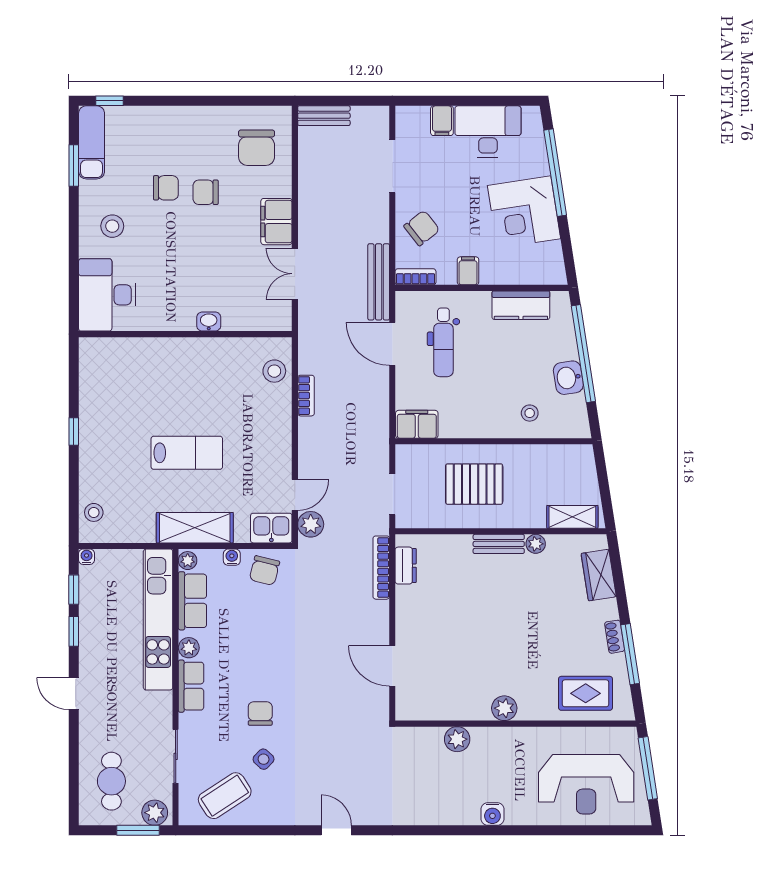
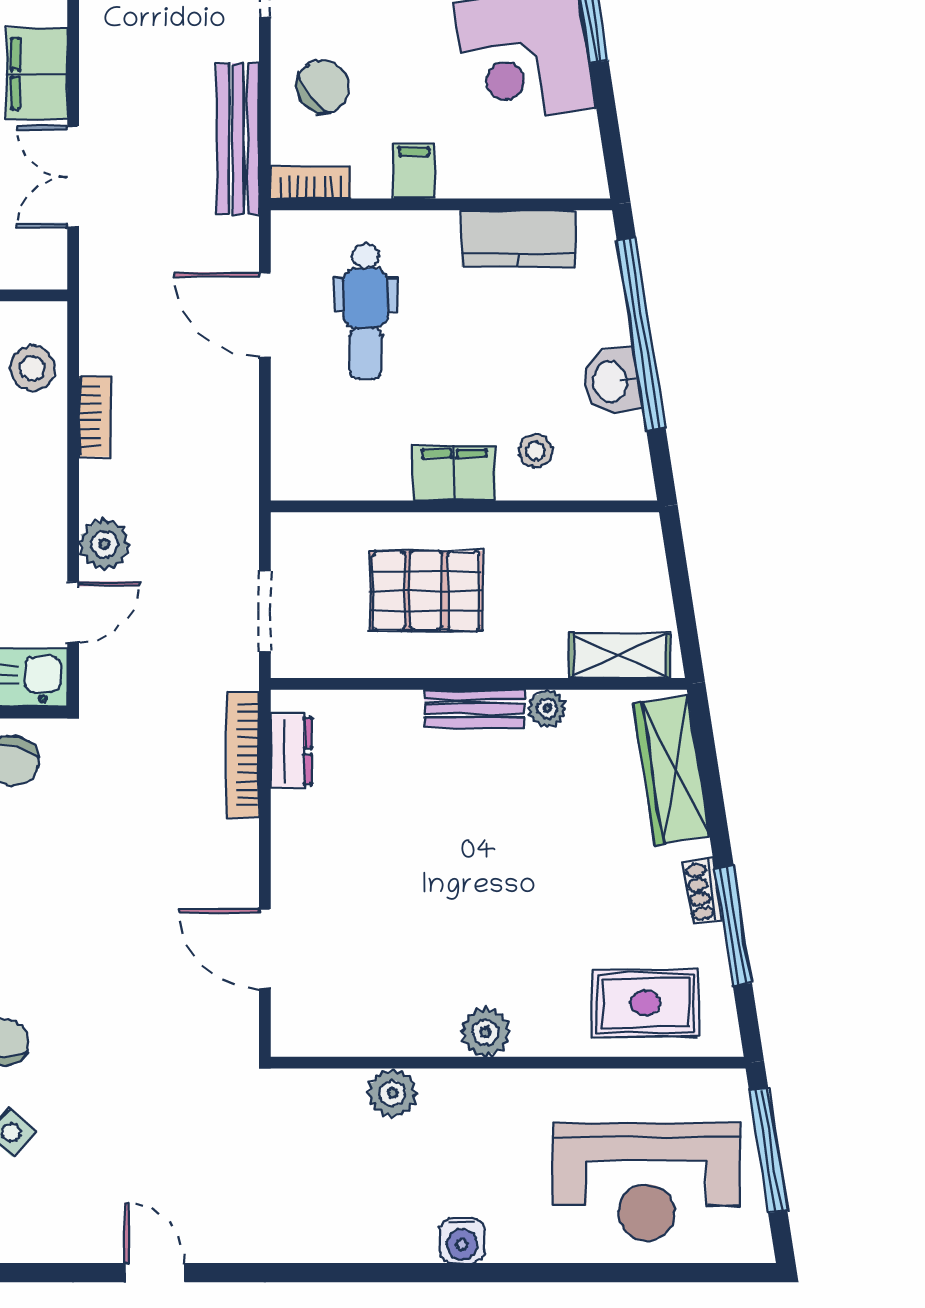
bench: (379, 282) -> (238, 139), moved
filing cabinet: (417, 424) -> (454, 473), moved
plant: (311, 524) -> (104, 544), moved
wardrobe: (599, 575) -> (671, 770), width x1.50

